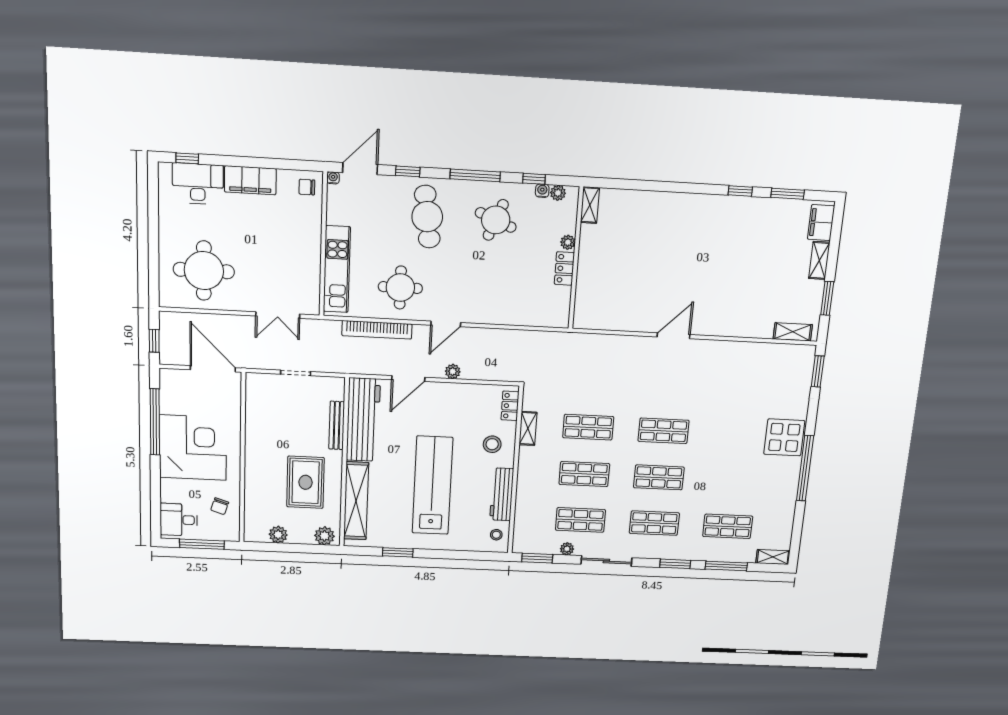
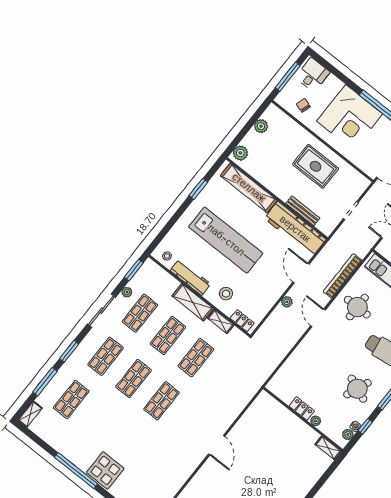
shelving: (528, 473) -> (193, 302), added
rug: (305, 482) -> (316, 166), moved

